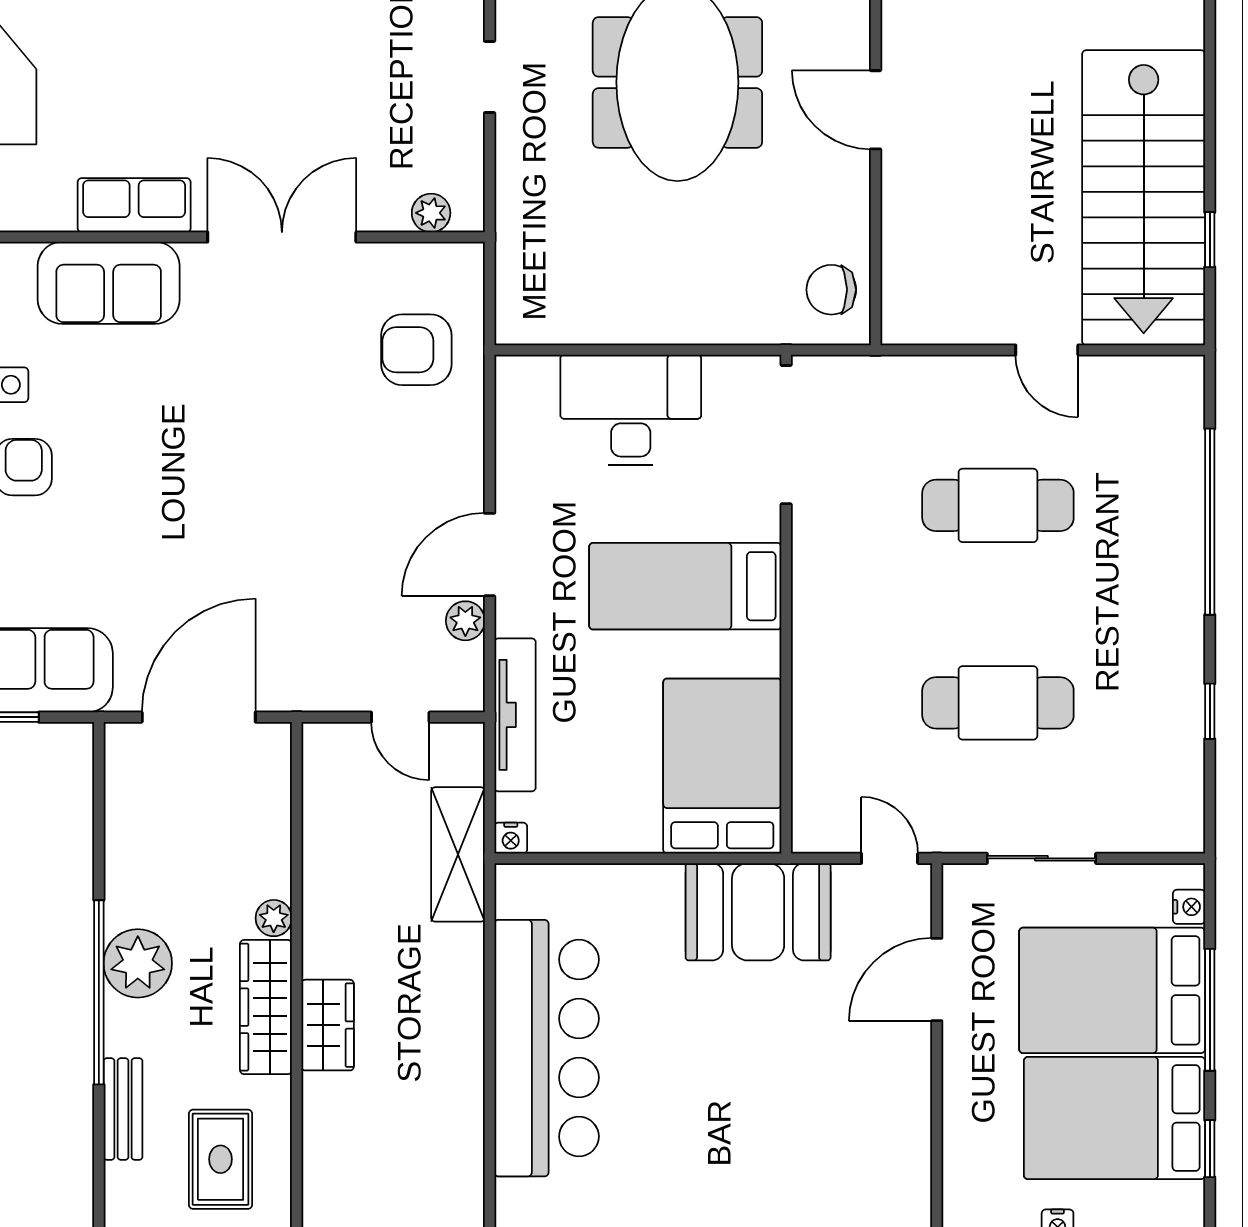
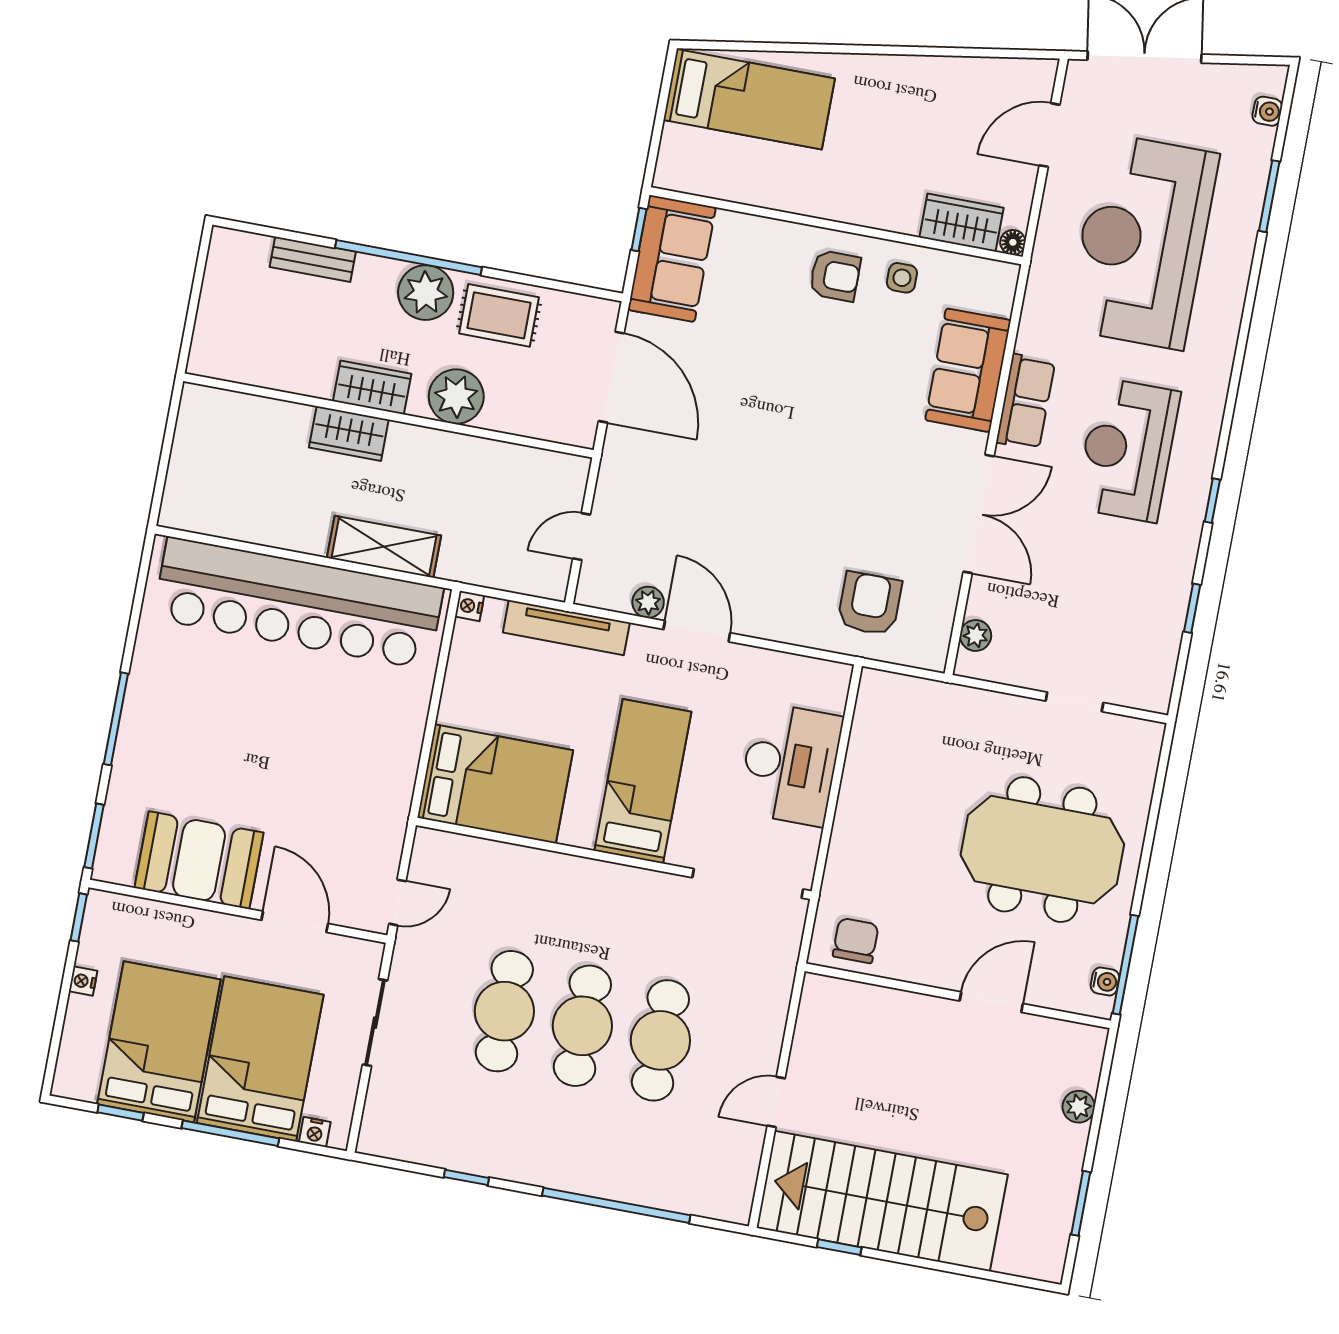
reception desk: (170, 70) -> (1127, 450), added
cafe table: (998, 604) -> (582, 1026), added
shelving: (458, 854) -> (384, 547), moved
booth: (758, 912) -> (199, 860), moved, turned 90
plant: (274, 918) -> (456, 397), width x1.88, depth x1.88
wardrobe: (266, 1007) -> (372, 387), width x0.67
bar counter: (547, 1048) -> (298, 603), width x1.36
rug: (220, 1159) -> (499, 315), moved

